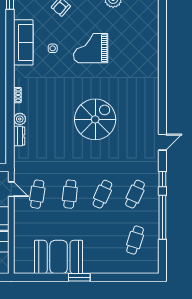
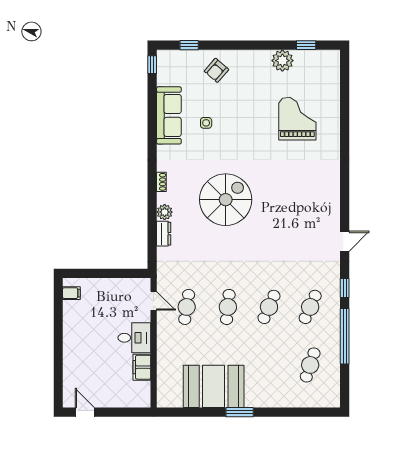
grand piano: (91, 48) -> (297, 119), moved, turned 90
spiral stairs: (95, 119) -> (226, 200), moved

